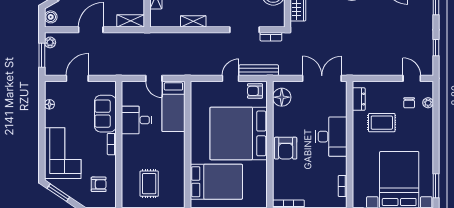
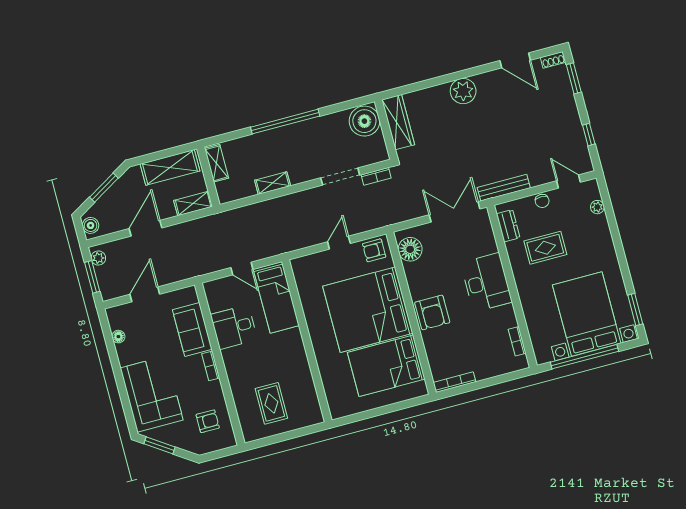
bench: (259, 70) -> (504, 188), moved
chair: (409, 103) -> (542, 201), moved
bed: (216, 182) -> (386, 366), moved, turned 180

